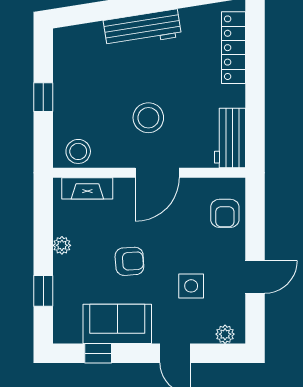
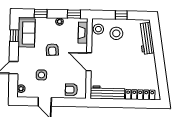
workbench: (142, 28) -> (146, 38), moved
stool: (148, 118) -> (116, 33), moved
workbench: (230, 138) -> (107, 93), width x1.38
window: (43, 211) -> (74, 14), added
sofa: (117, 324) -> (27, 33), moved

